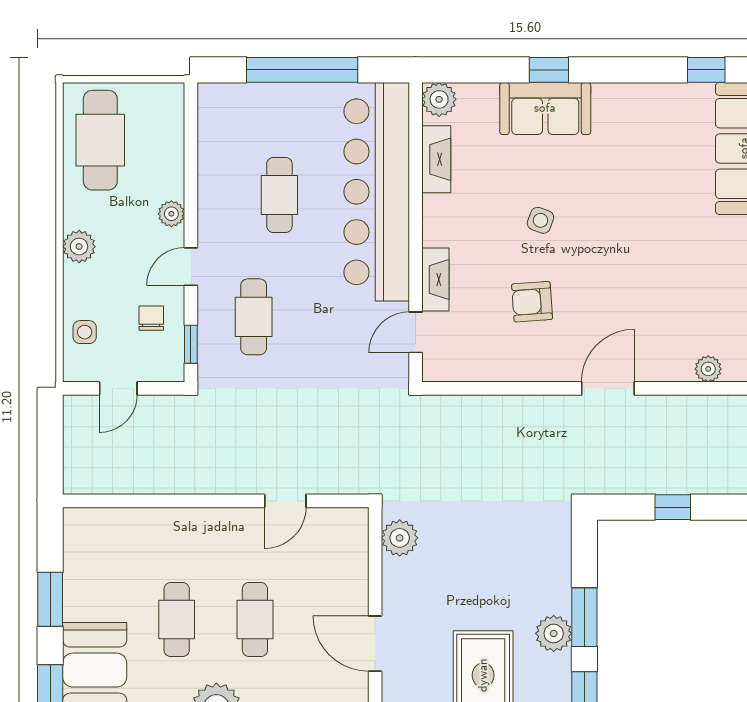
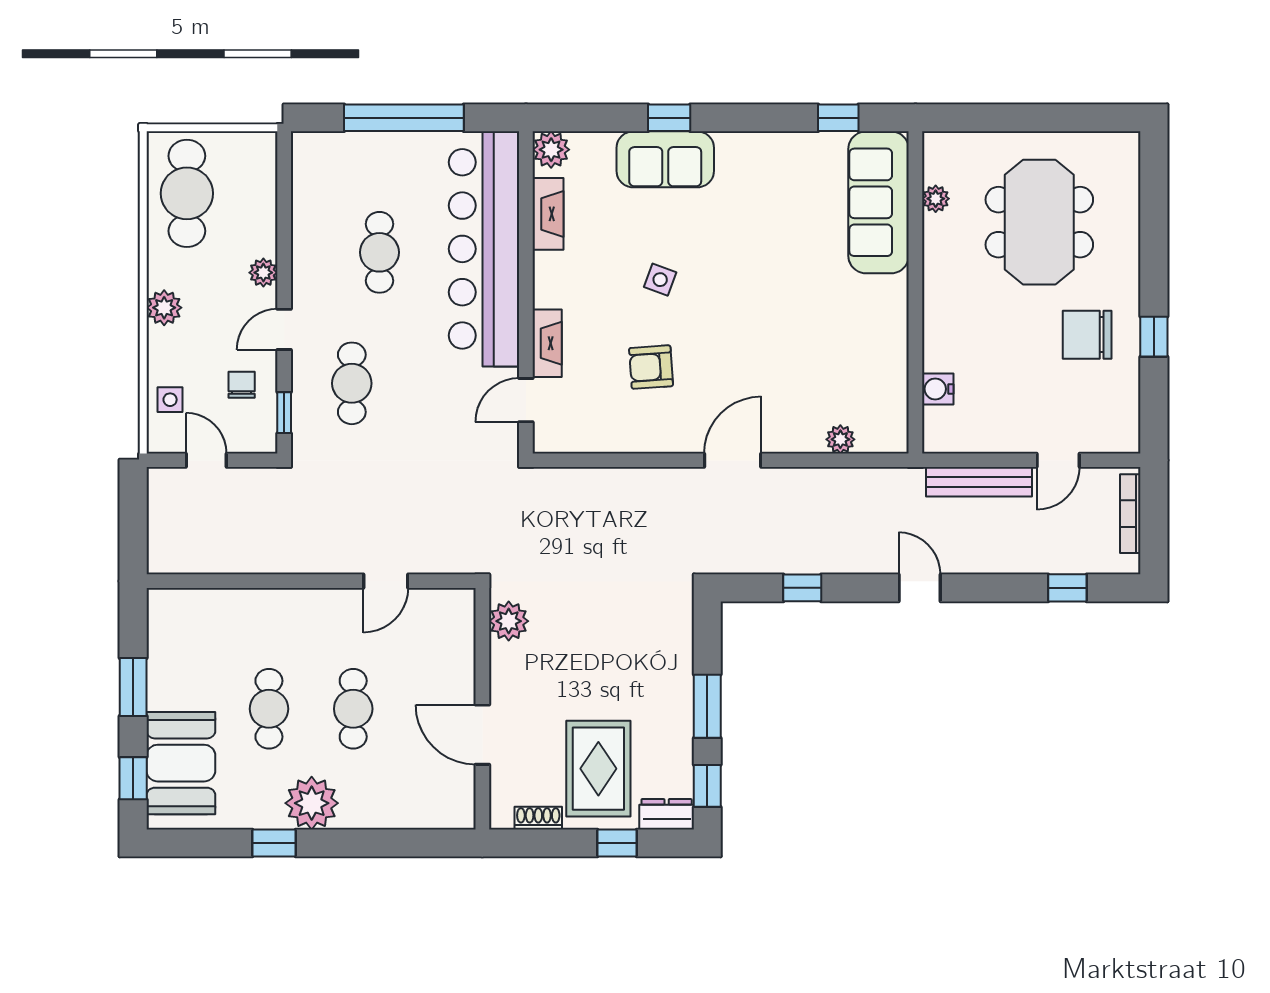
door: (118, 388) -> (206, 460), swing flipped
plant: (554, 633) -> (674, 724), removed

